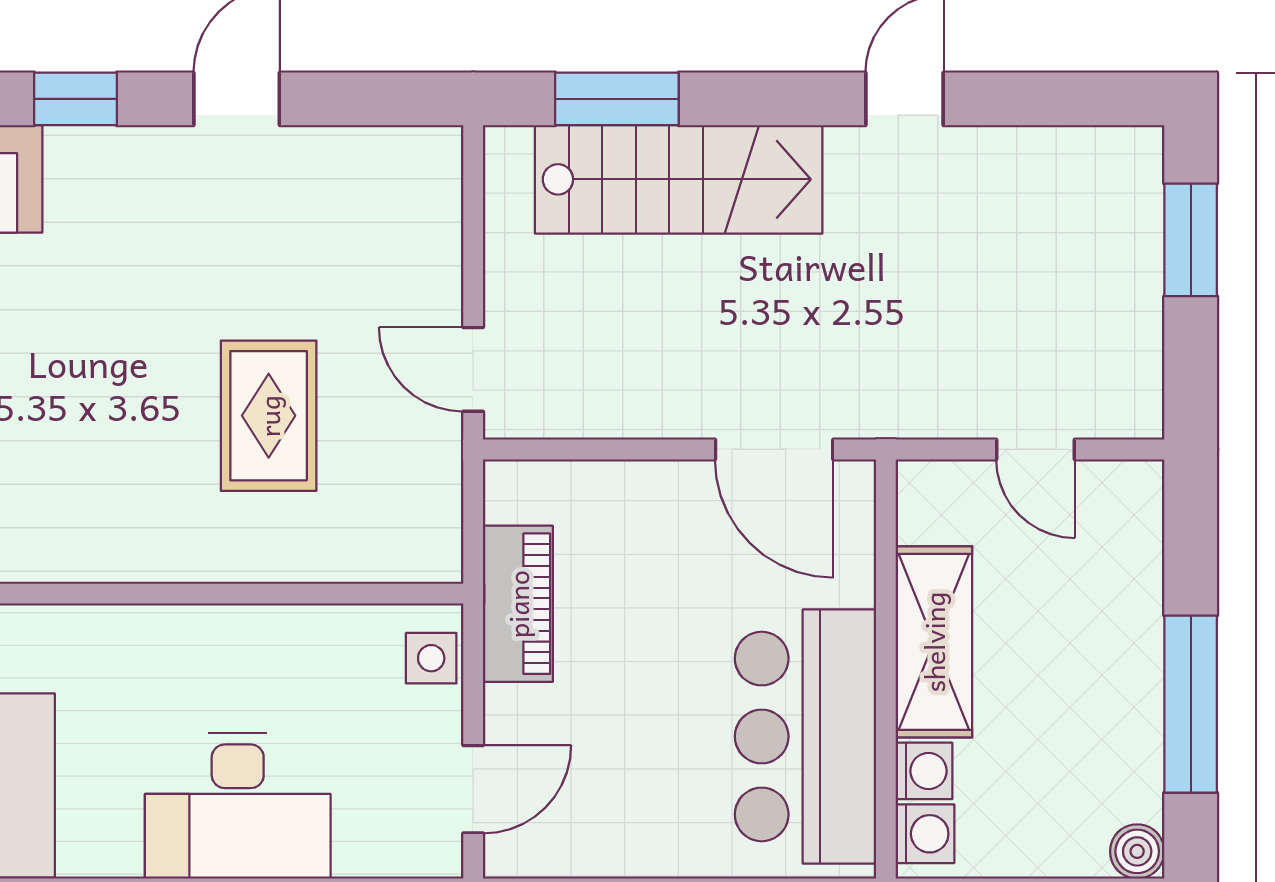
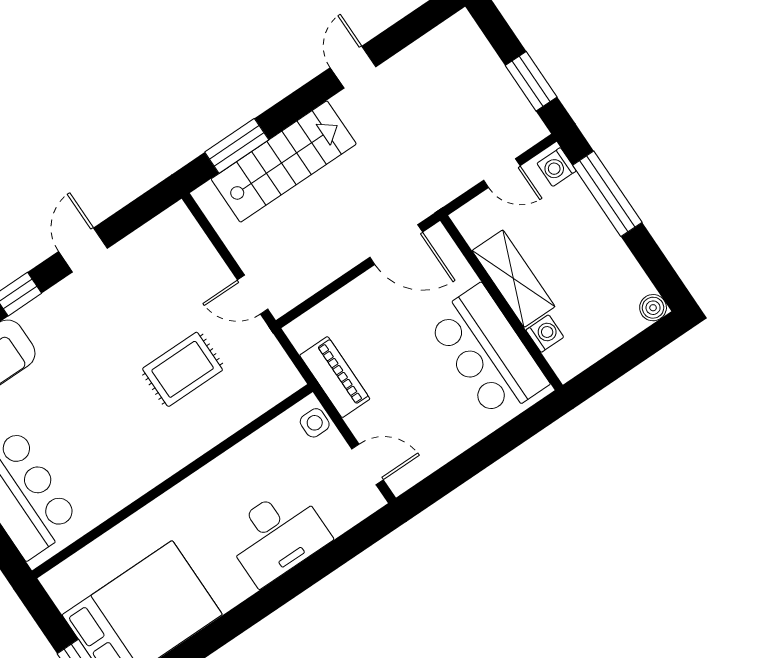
window: (1191, 240) -> (531, 81), moved
rug: (269, 416) -> (183, 369), turned 90
window: (1191, 704) -> (607, 194), moved
door: (473, 789) -> (368, 464), hinge flipped
washing machine: (925, 834) -> (557, 167), moved, turned 180

